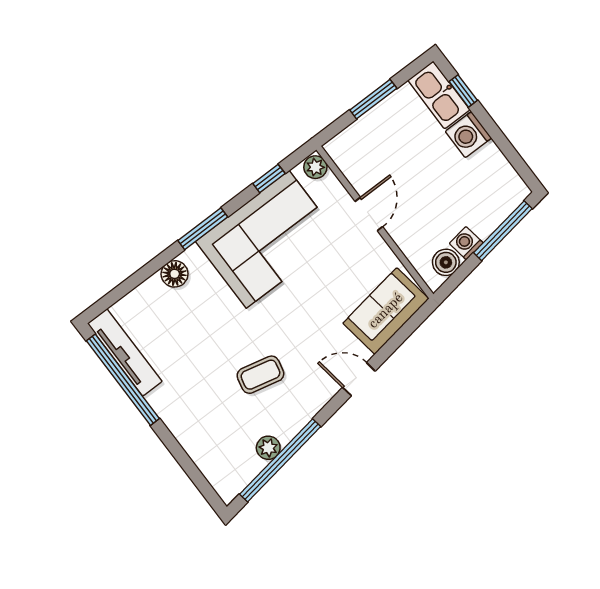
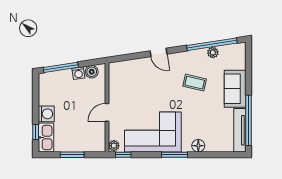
window: (269, 178) -> (123, 155), moved
sofa: (386, 311) -> (235, 89), moved, turned 99

